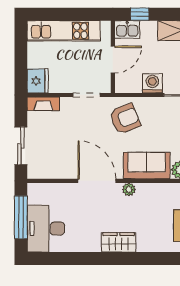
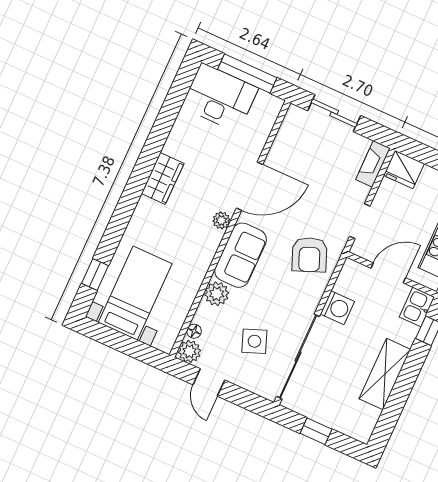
door: (113, 60) -> (388, 273), swing flipped

